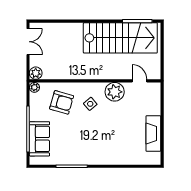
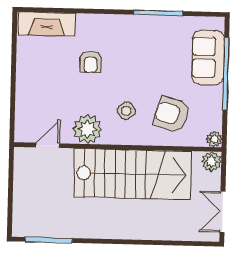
stairs: (120, 38) -> (133, 174), moved, turned 180
door: (139, 81) -> (48, 145), swing flipped
fireplace: (153, 133) -> (47, 24), moved, turned 90
armchair: (114, 134) -> (91, 62), added

